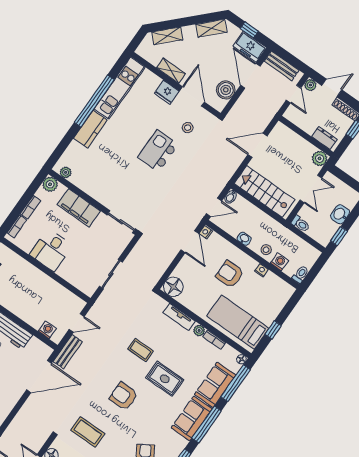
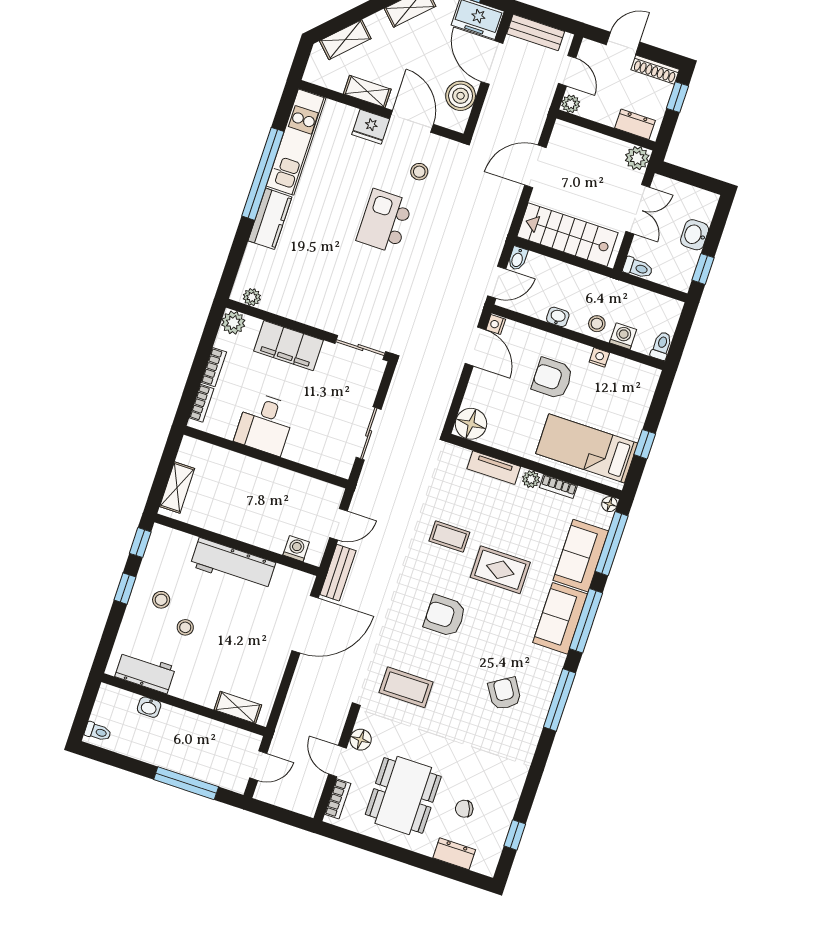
plant: (310, 85) -> (571, 104), moved

